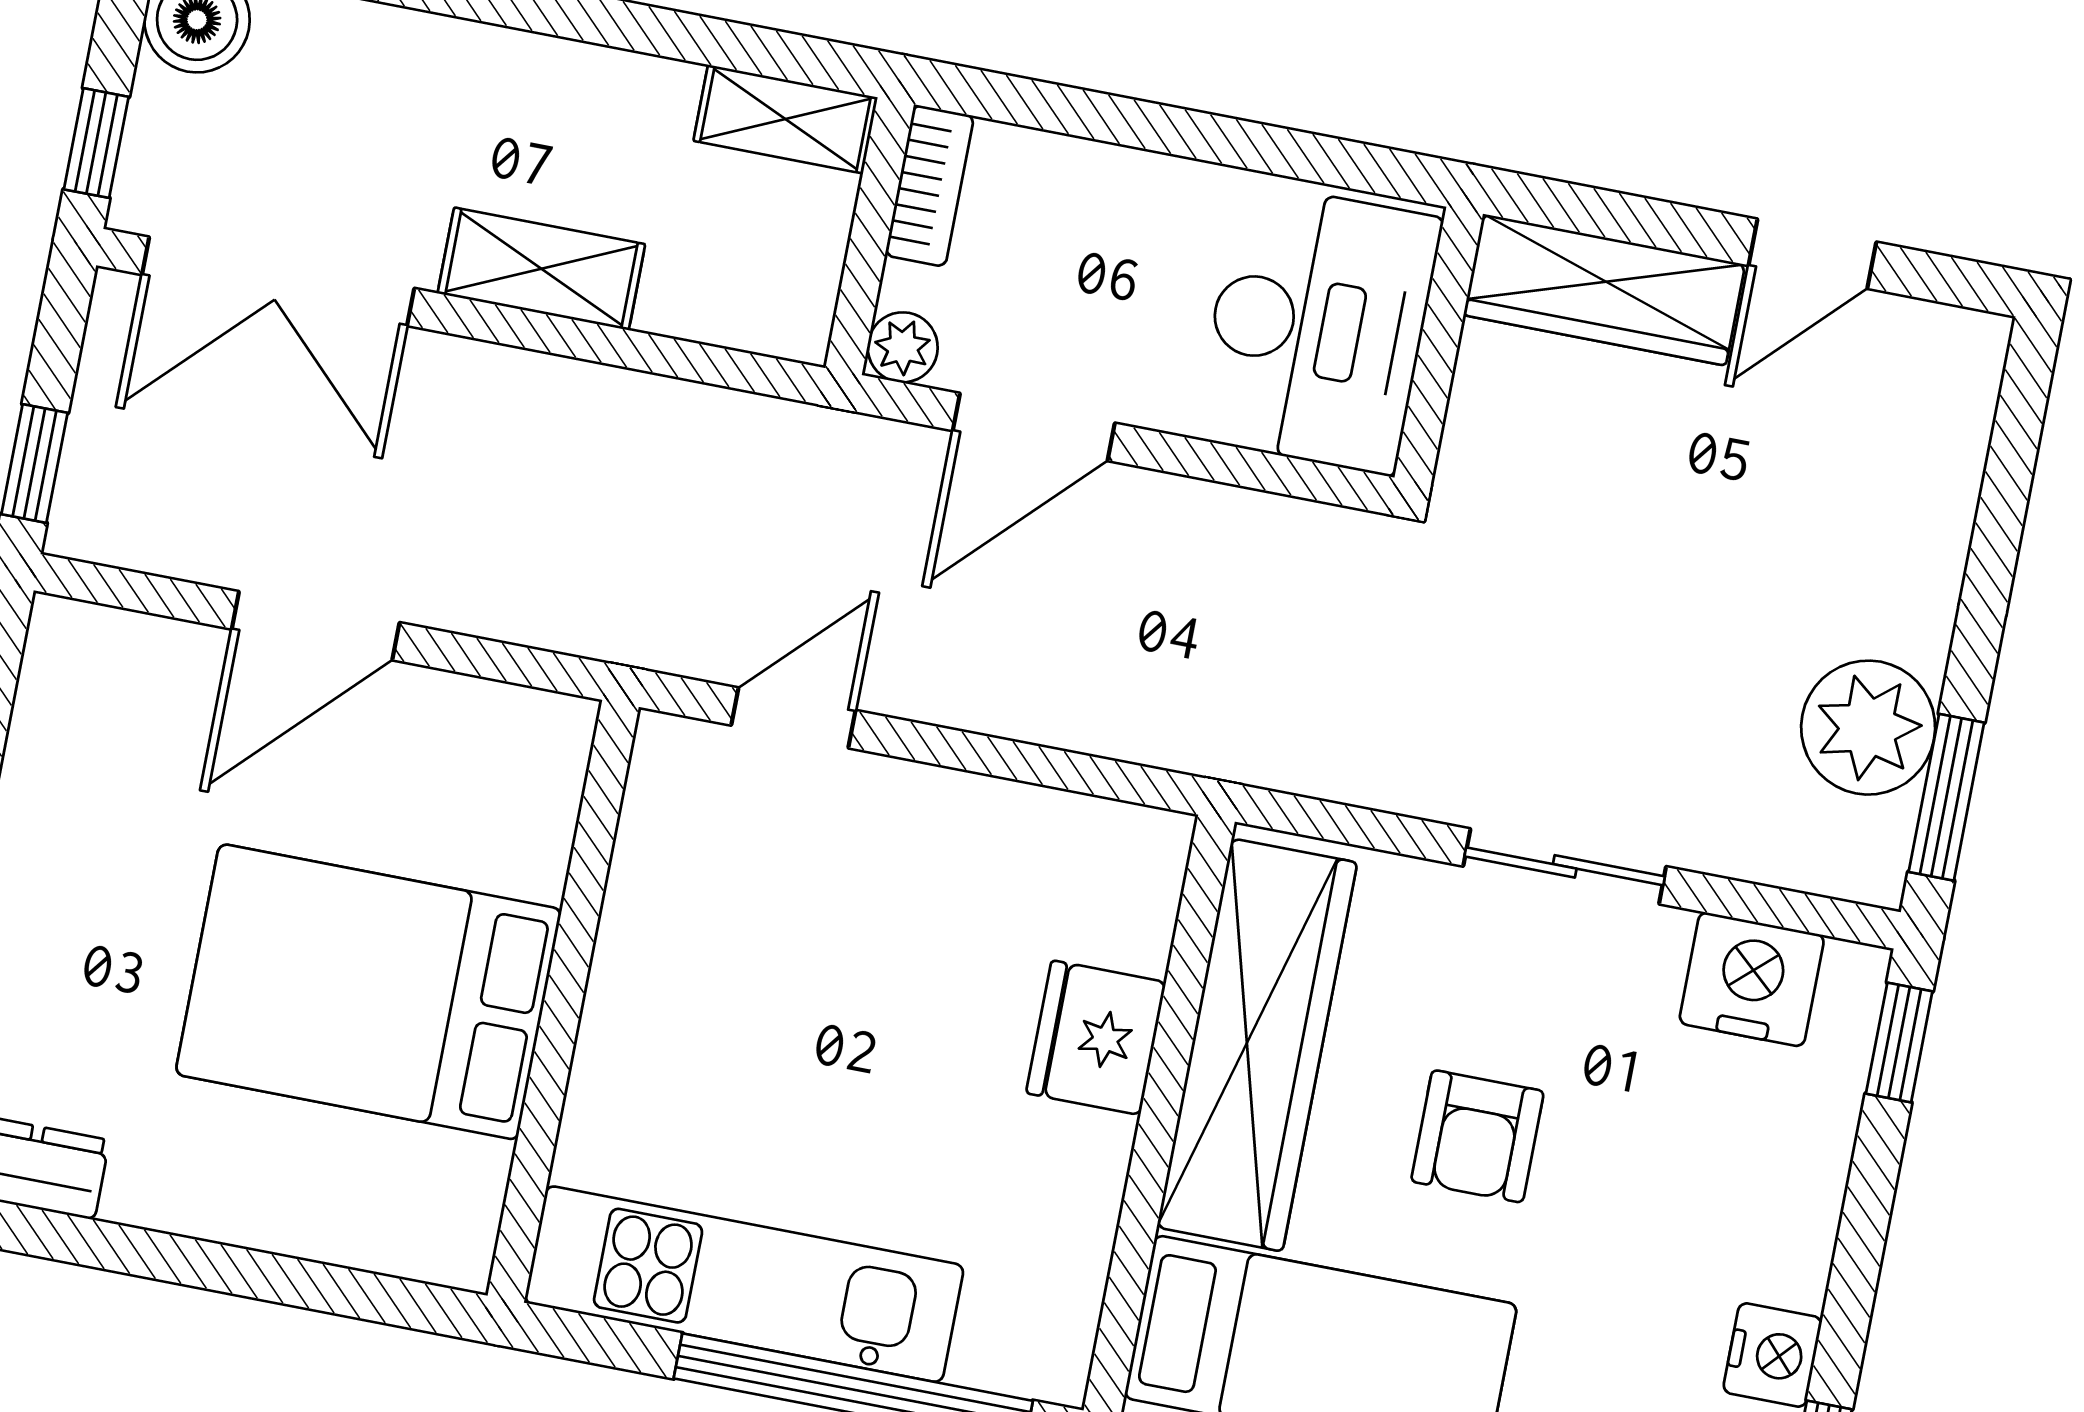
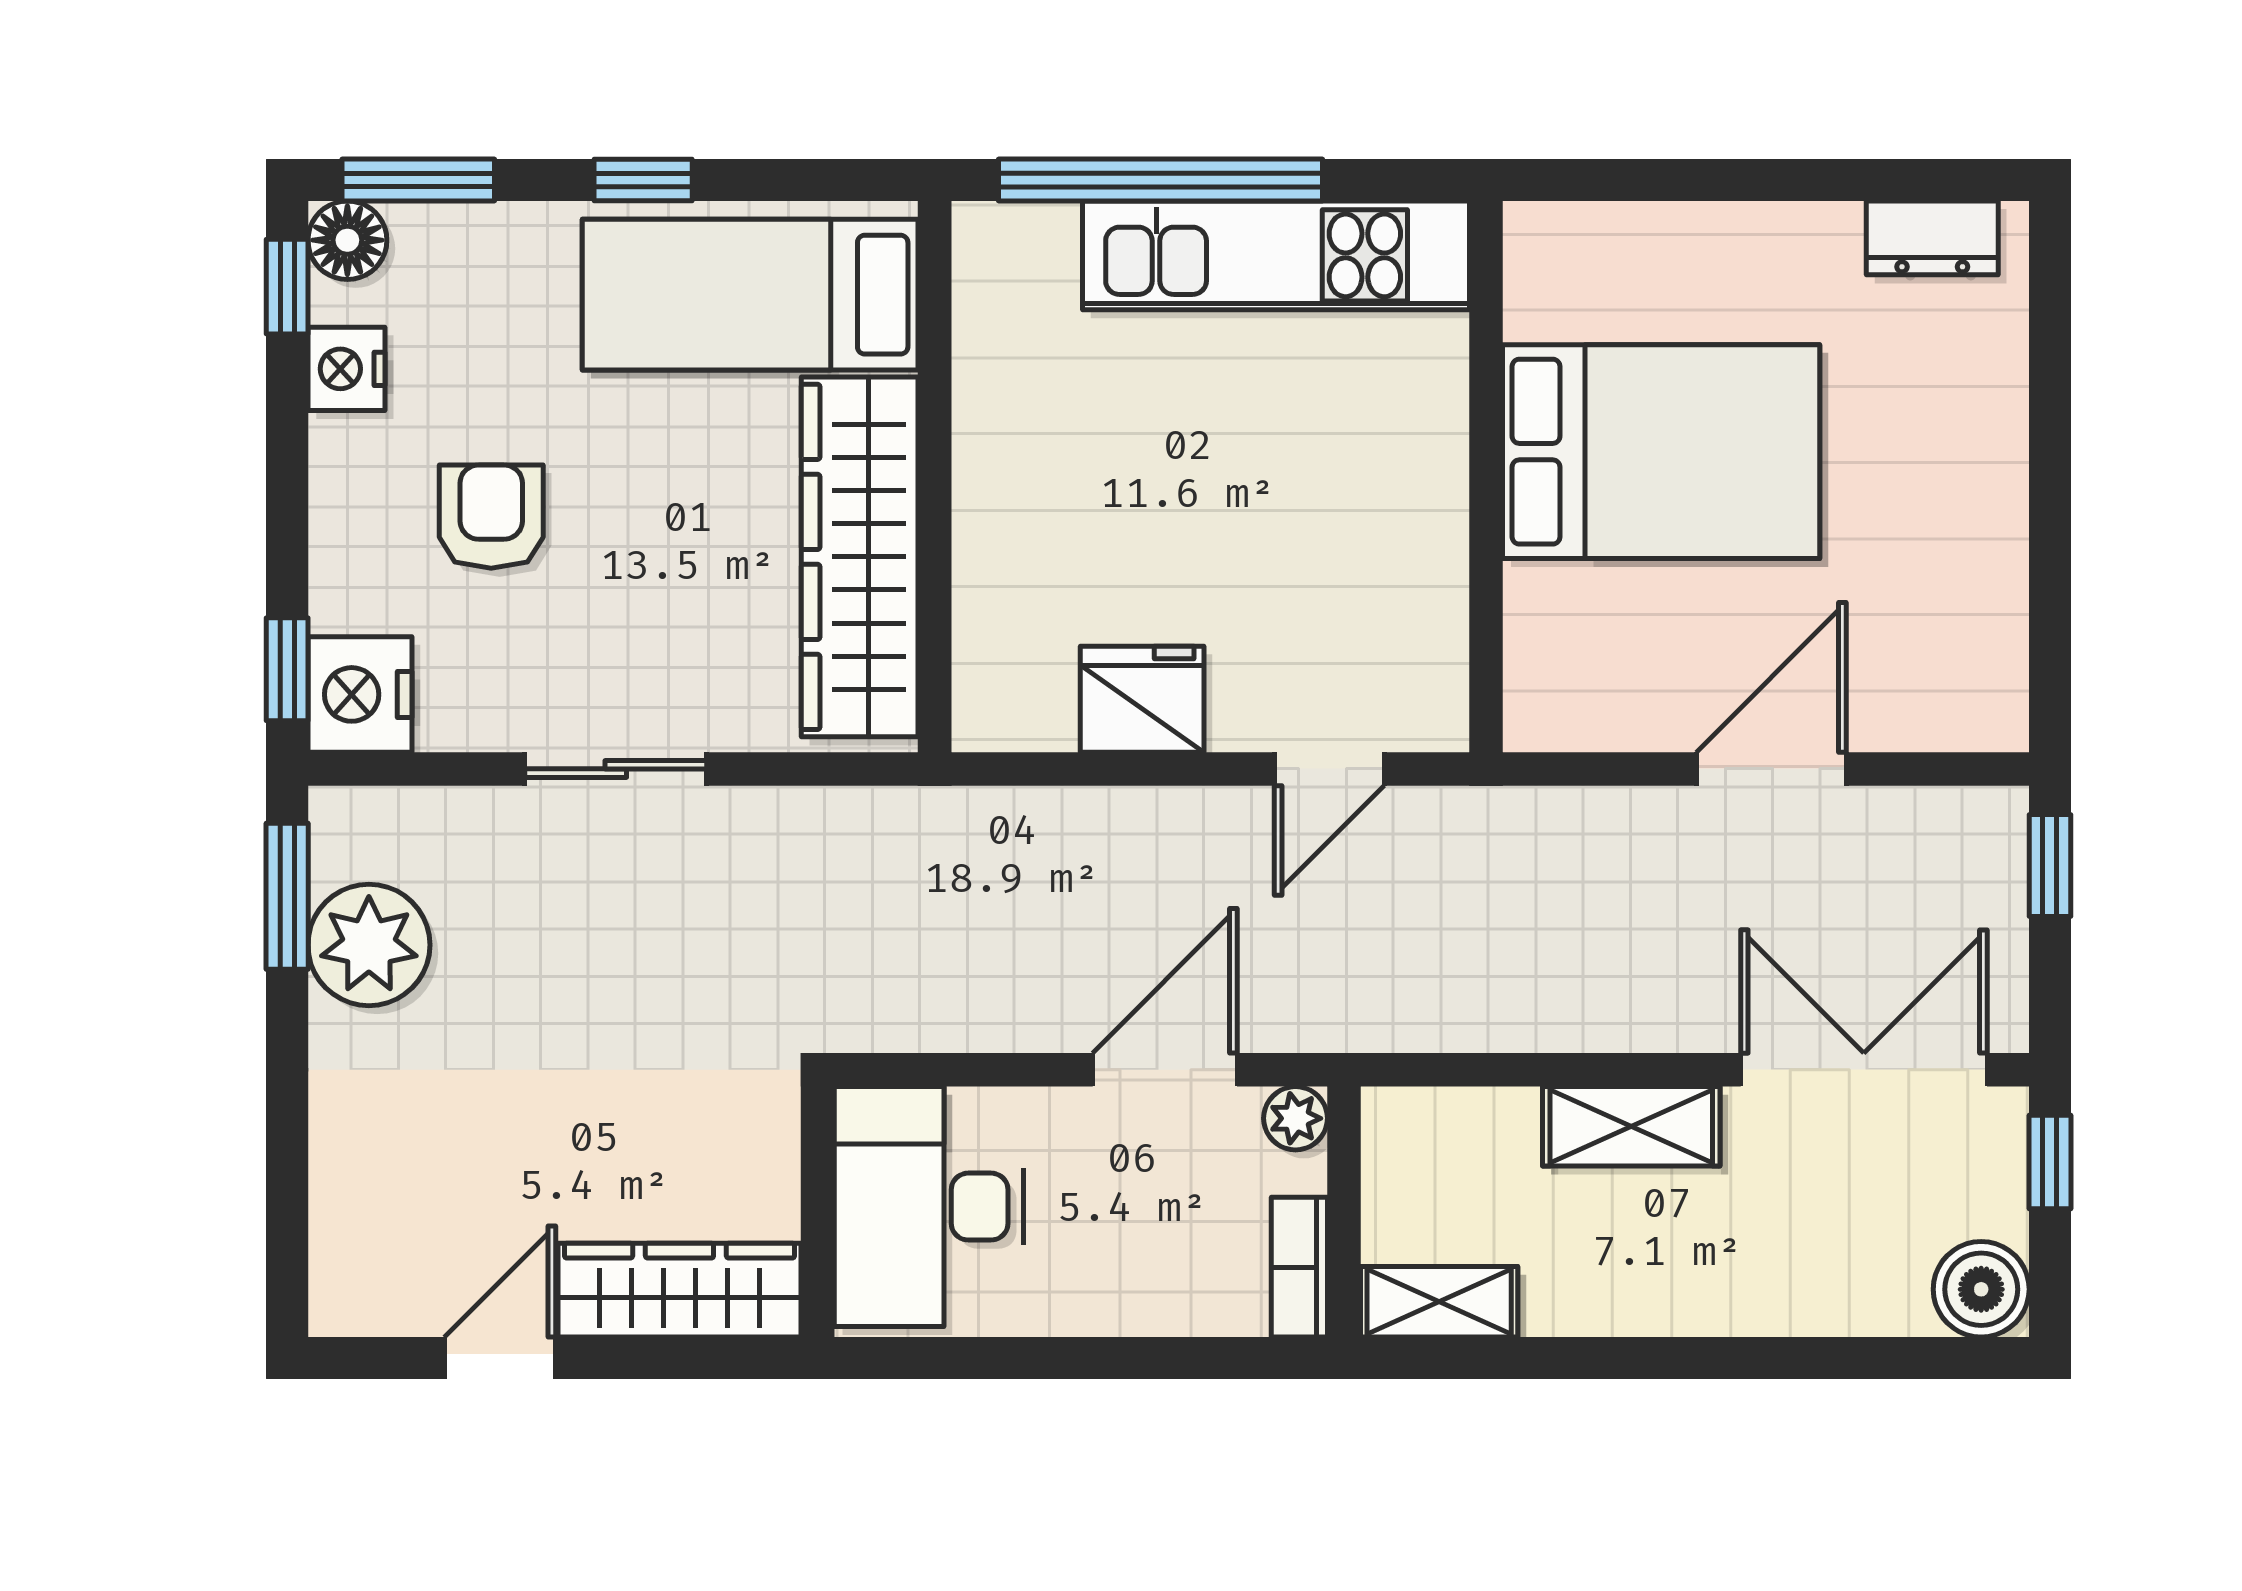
nightstand: (1752, 979) -> (360, 694), moved, turned 90
fridge: (1096, 1038) -> (1142, 699), moved, turned -90
armchair: (1477, 1136) -> (491, 517), moved

